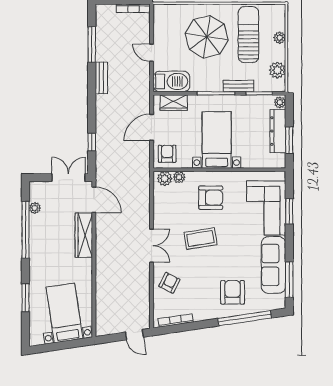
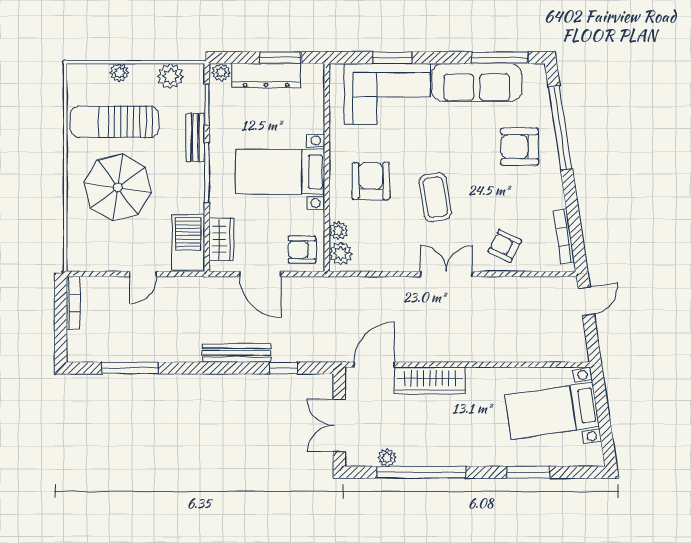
bench: (101, 78) -> (237, 353), moved, width x1.36
double door: (69, 178) -> (339, 425), moved

